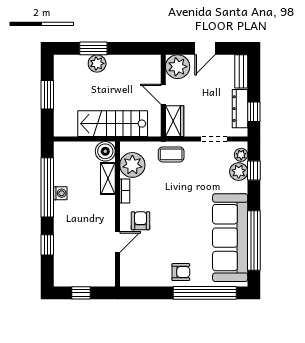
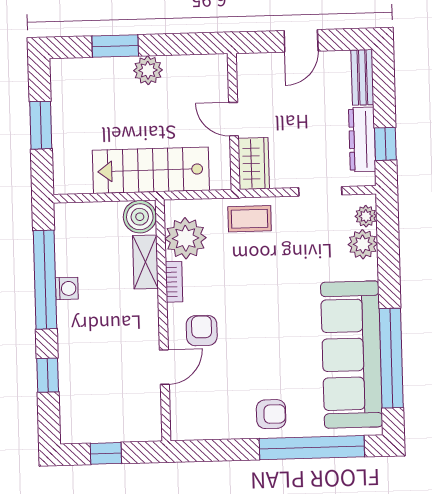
plant: (97, 63) -> (148, 70), moved
plant: (178, 67) -> (256, 73), removed
window: (254, 171) -> (388, 242), removed

